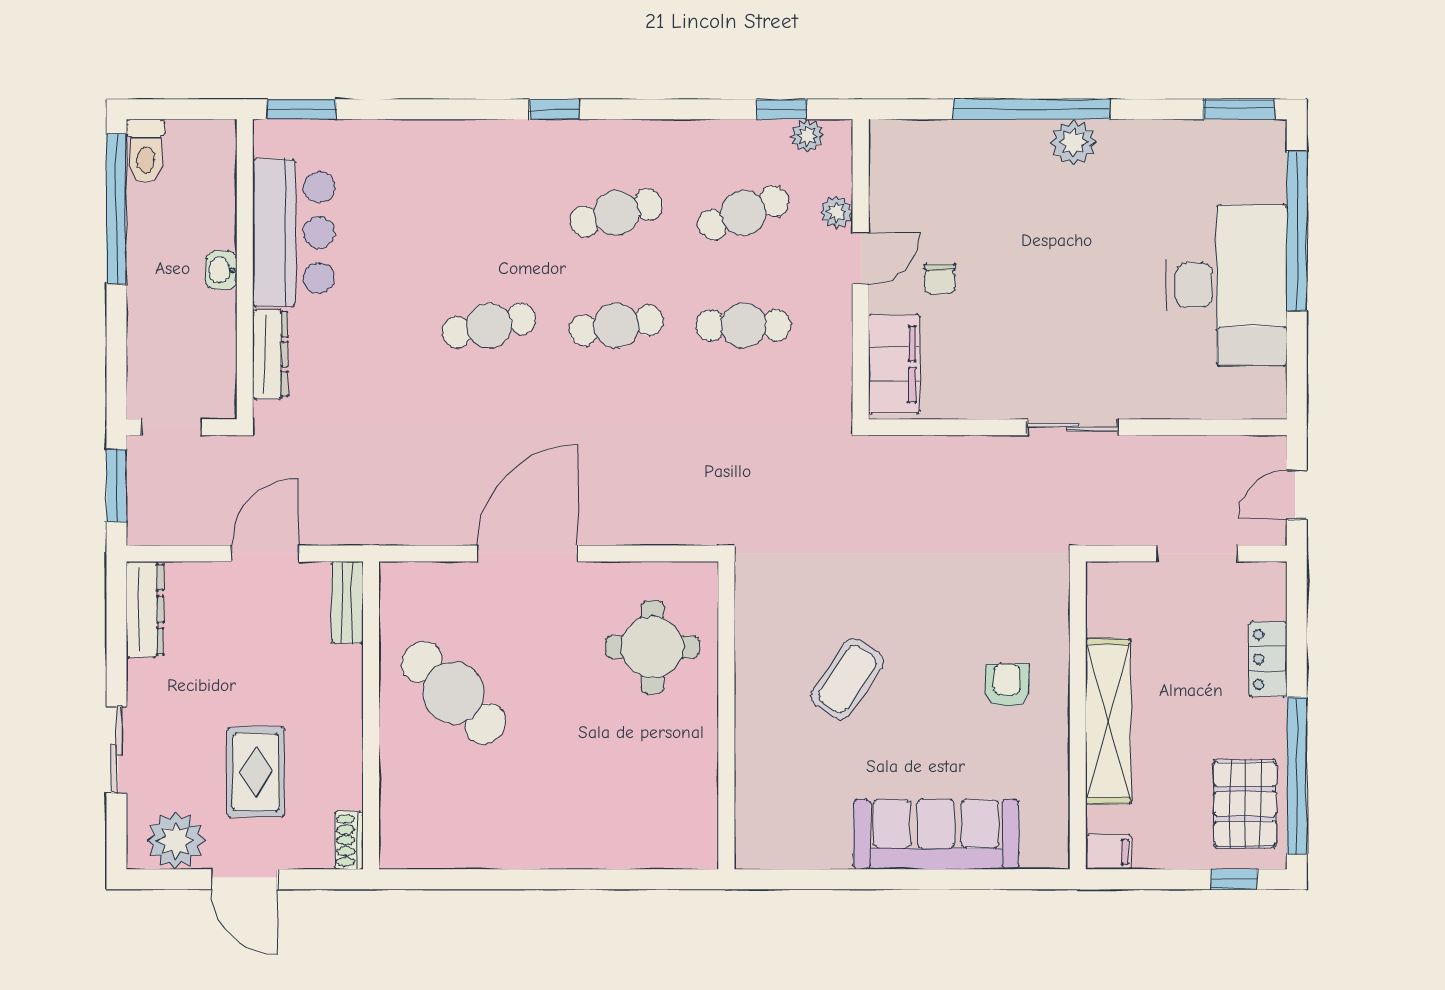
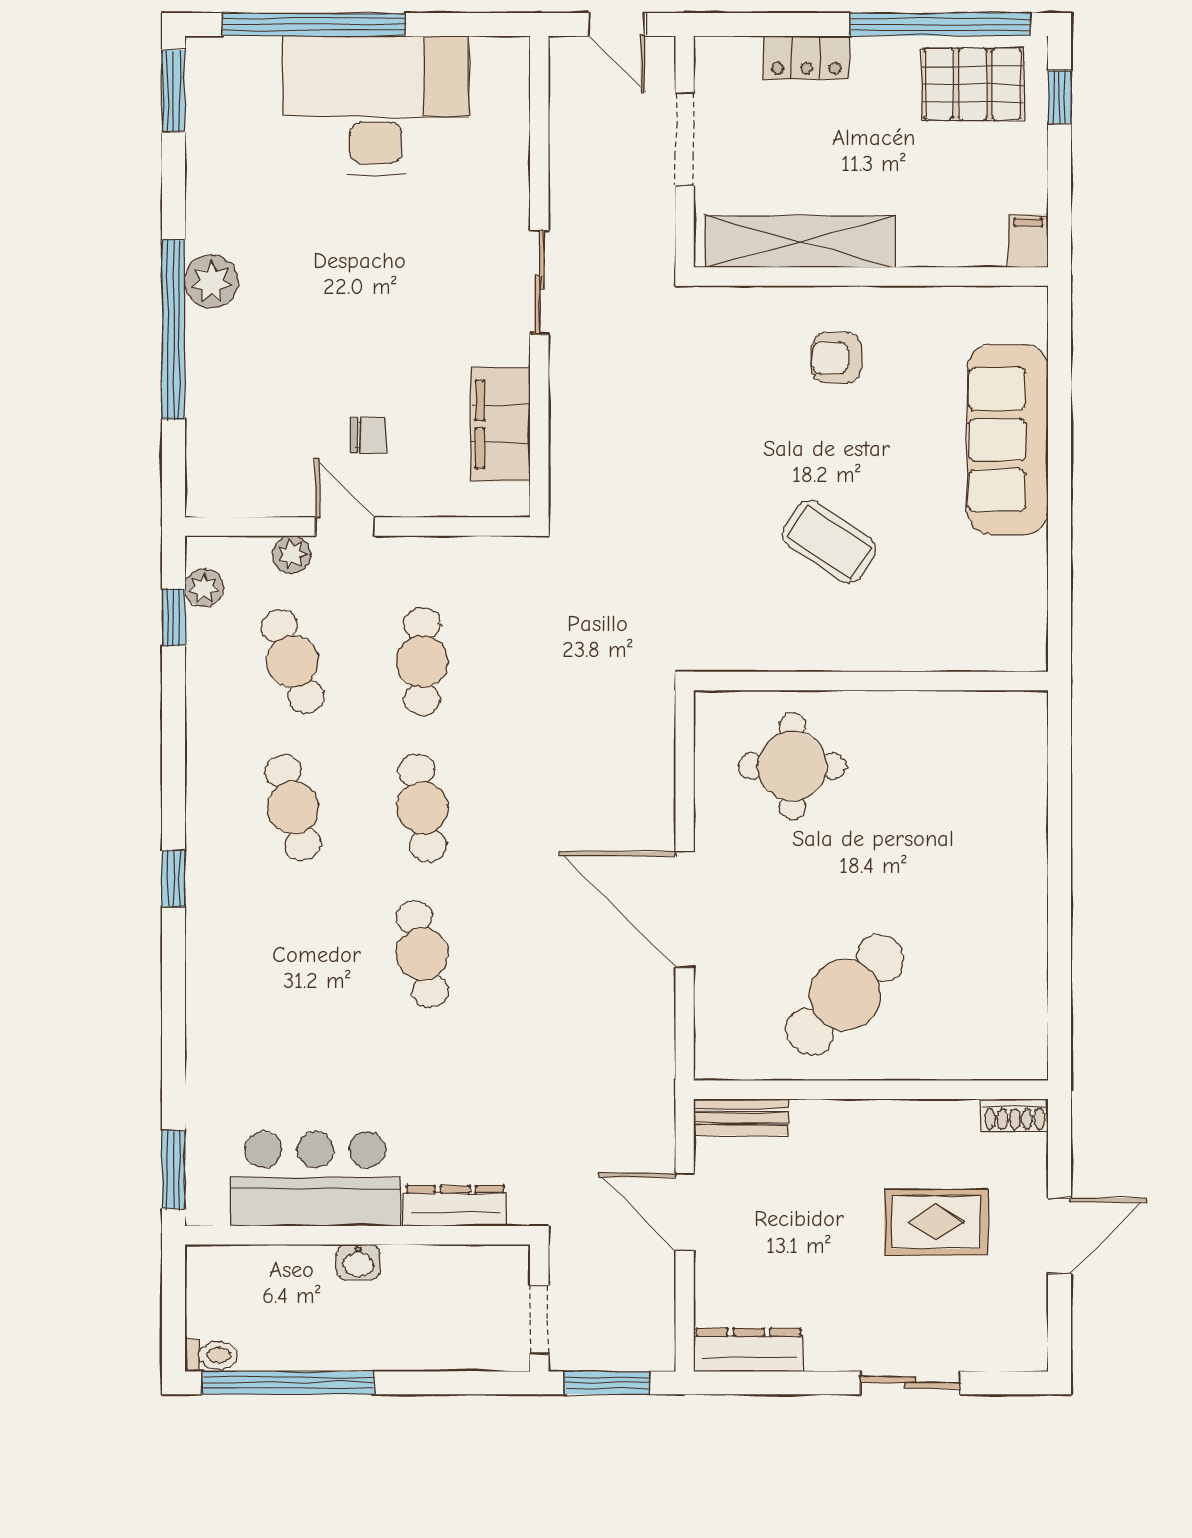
toilet: (146, 151) -> (211, 1355), width x0.73, depth x0.72
filing cabinet: (894, 364) -> (501, 424), moved, turned -90
shelving: (1108, 721) -> (800, 242), moved
plant: (176, 840) -> (1015, 1315), removed

